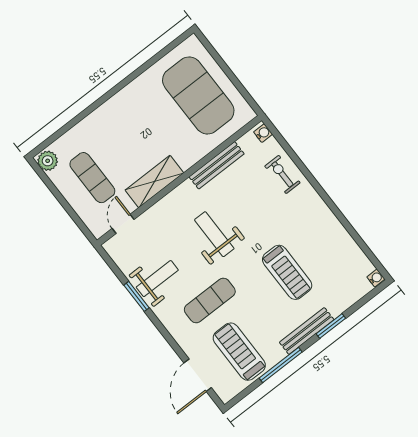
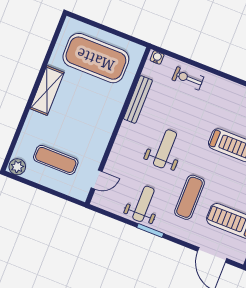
shelving: (154, 182) -> (47, 90), moved
door: (123, 224) -> (97, 180), swing flipped
weight bench: (214, 234) -> (165, 149), turned 90
window: (136, 296) -> (150, 231), moved

